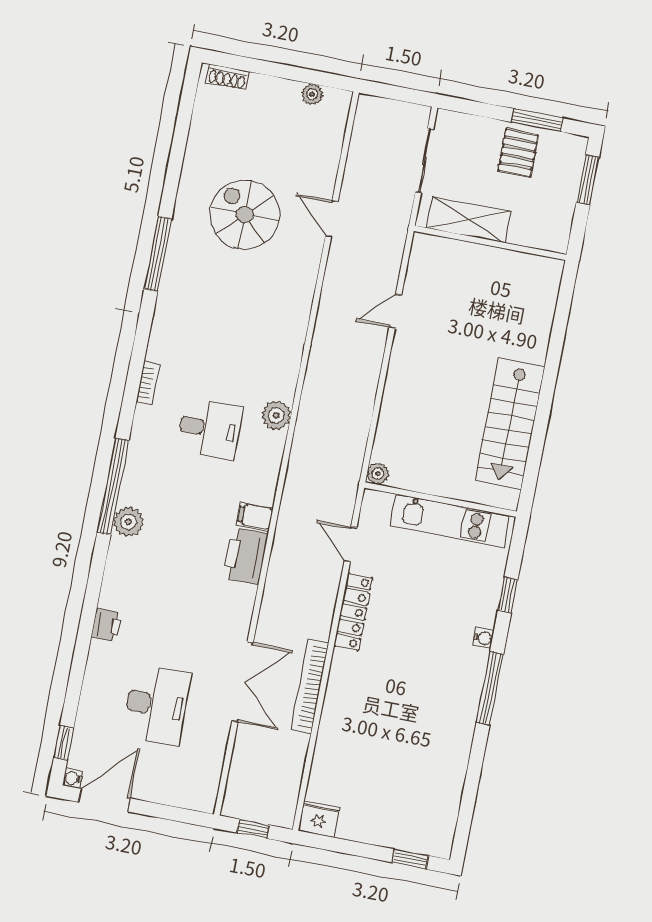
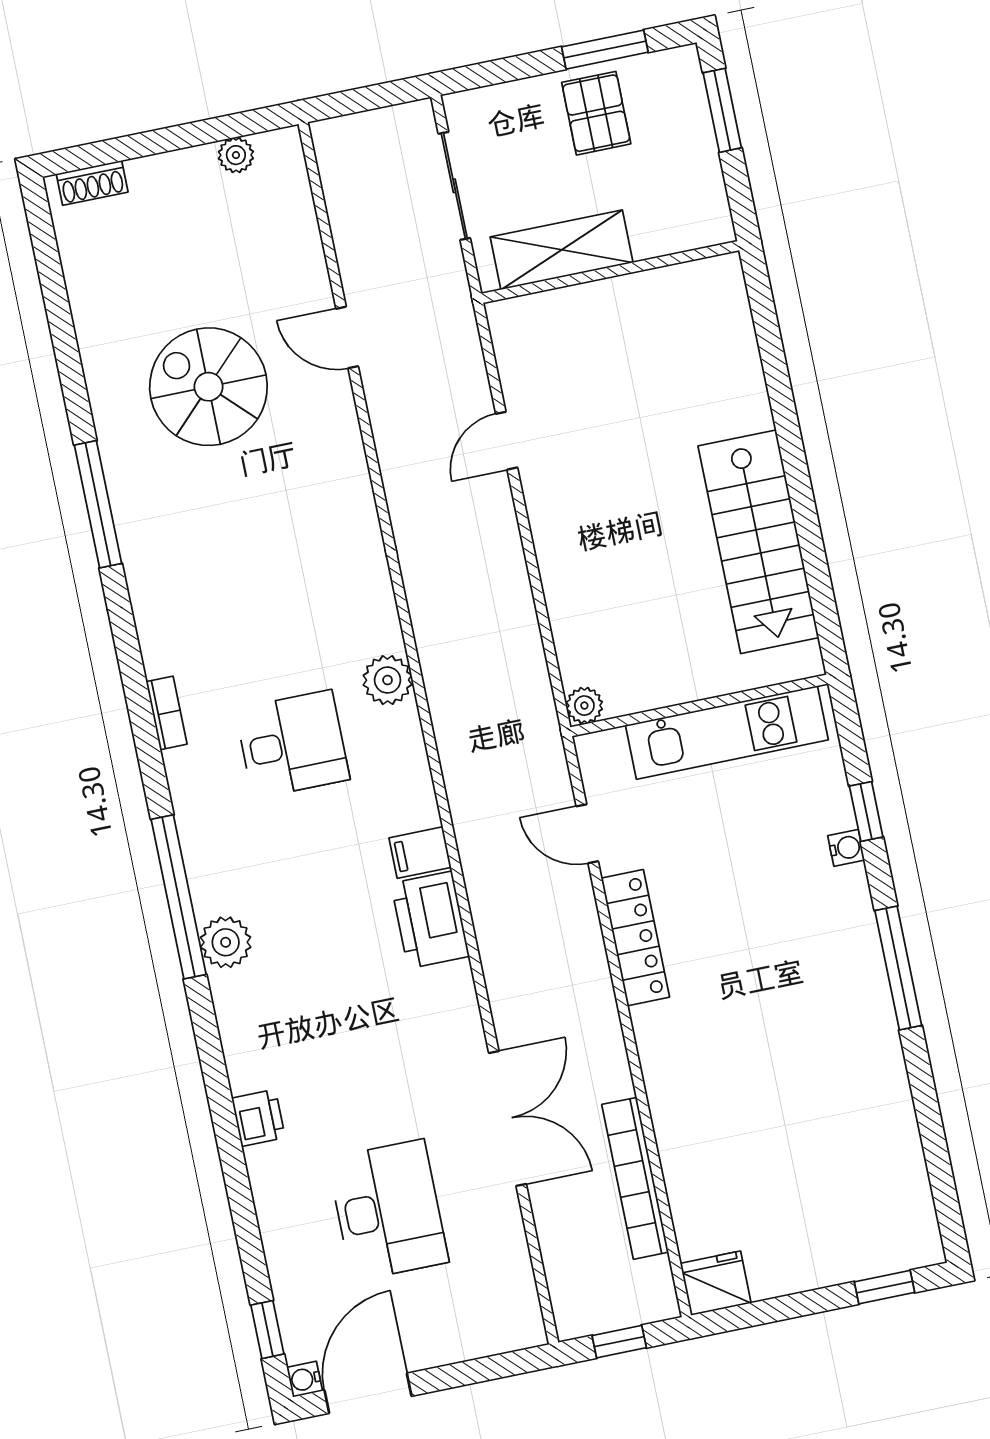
water cooler: (483, 638) -> (846, 848), moved
bookcase: (310, 686) -> (635, 1178), moved

